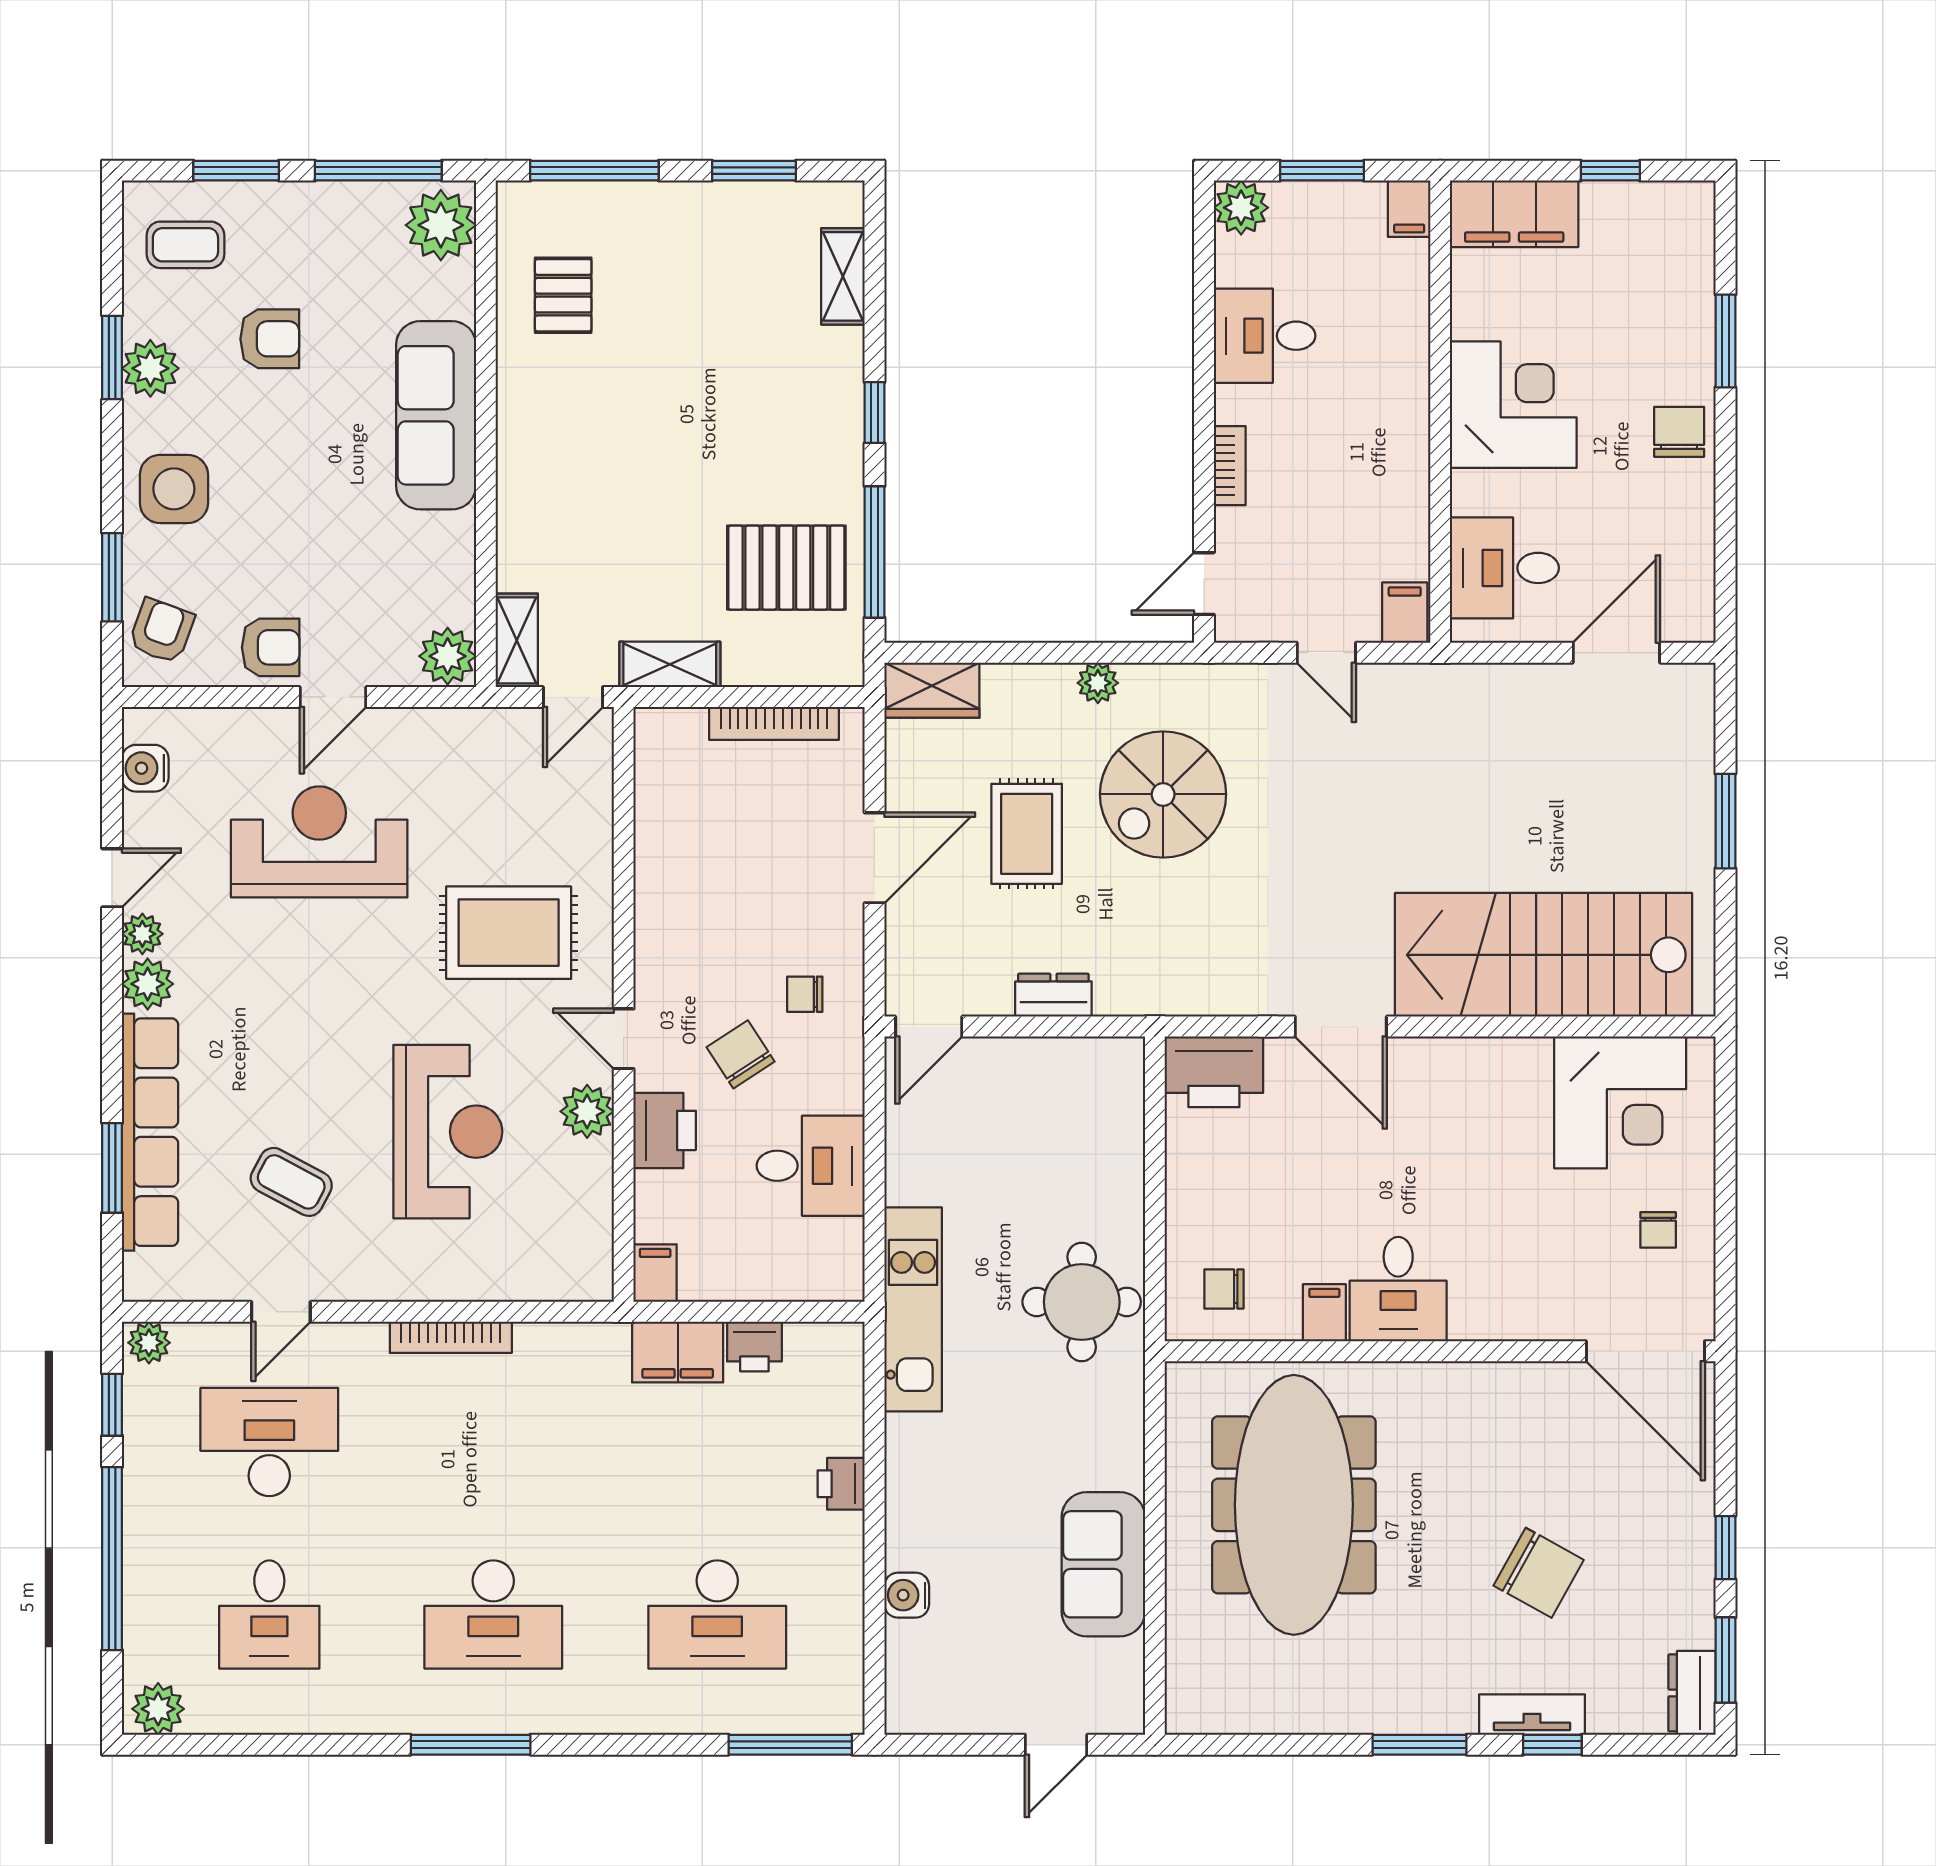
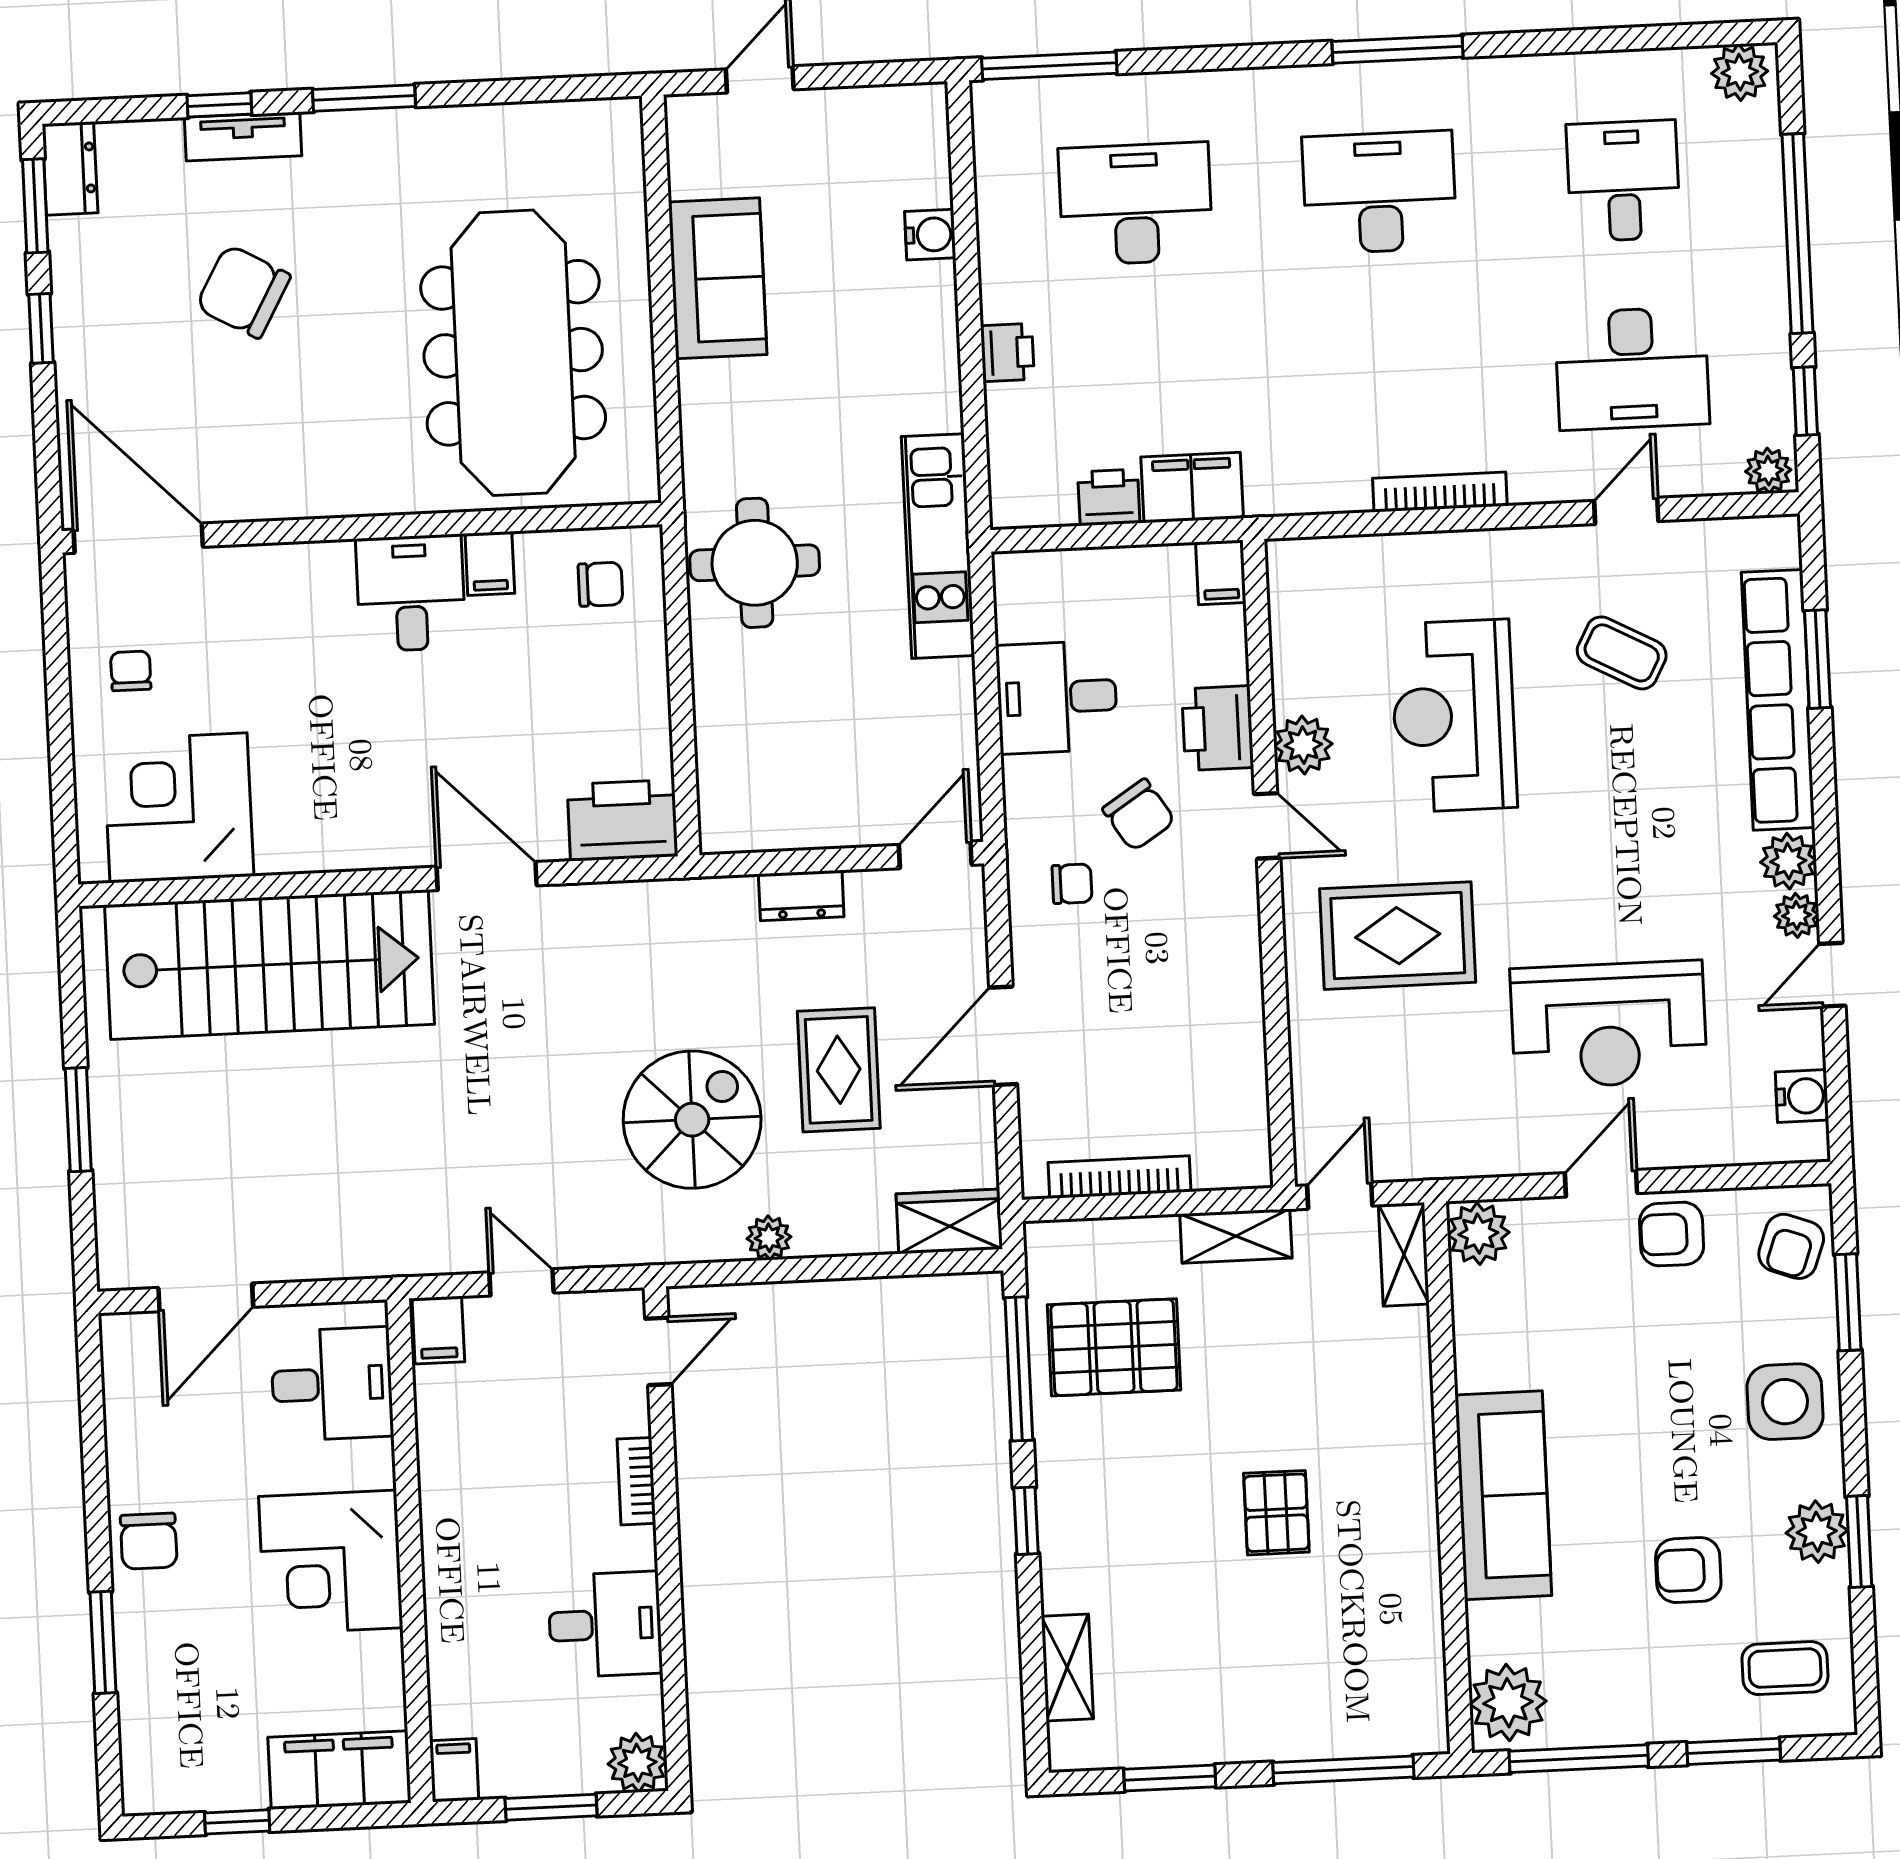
pallet: (563, 295) -> (1276, 1513), moved

